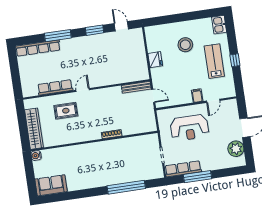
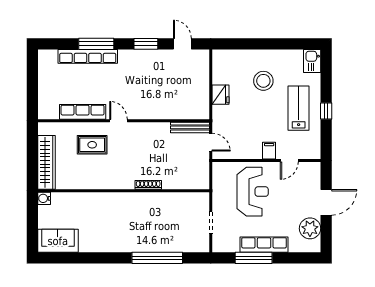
row of seats: (38, 48) -> (88, 56), moved
door: (83, 90) -> (118, 121), hinge flipped
reception desk: (190, 128) -> (253, 192), turned -90
row of seats: (183, 169) -> (264, 245), moved

